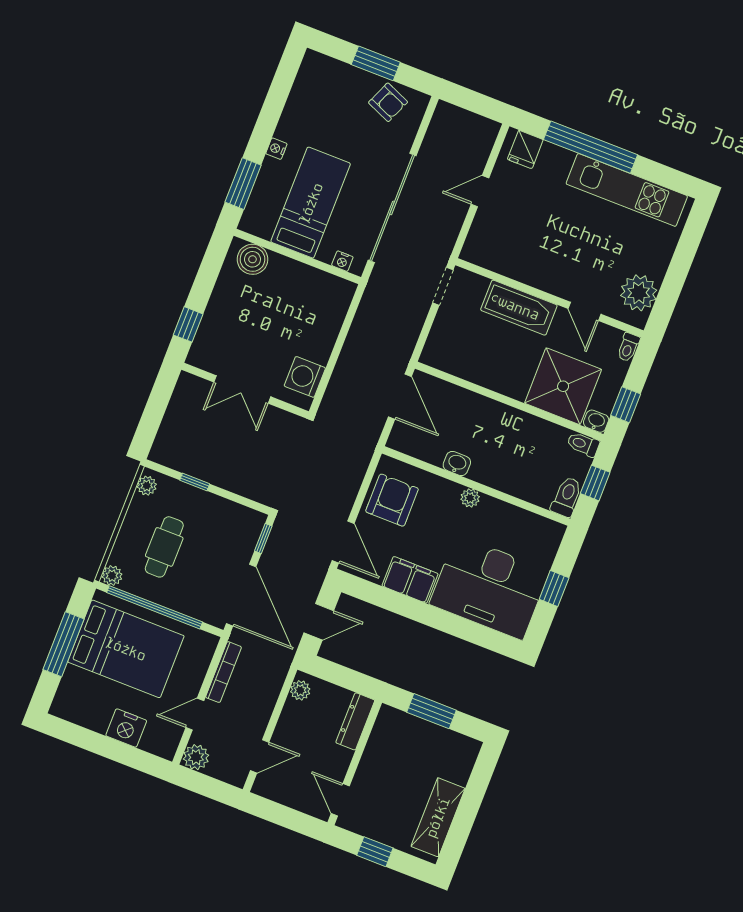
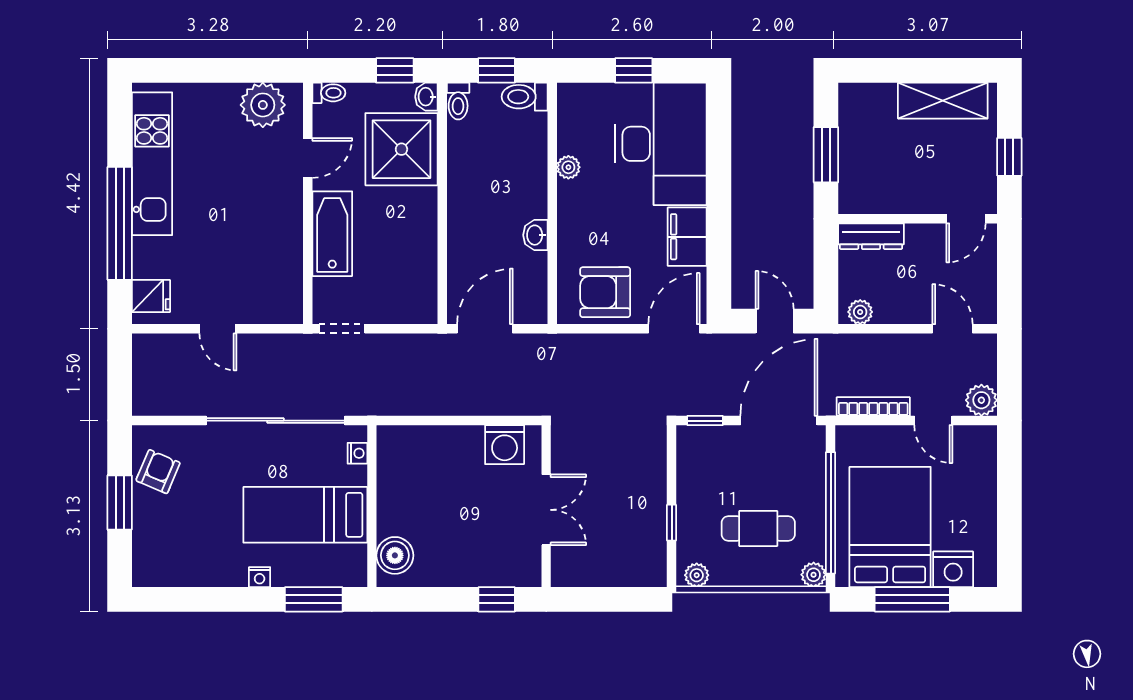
plant: (470, 498) -> (568, 167), moved
nightstand: (126, 728) -> (953, 569), moved, turned 90

